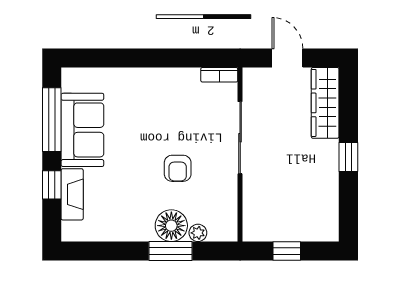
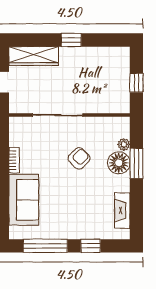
bookcase: (219, 75) -> (14, 160), moved
sofa: (82, 130) -> (24, 200), moved, turned 90
armchair: (178, 168) -> (79, 158), turned -45
fireplace: (72, 194) -> (122, 211), moved, turned -90

